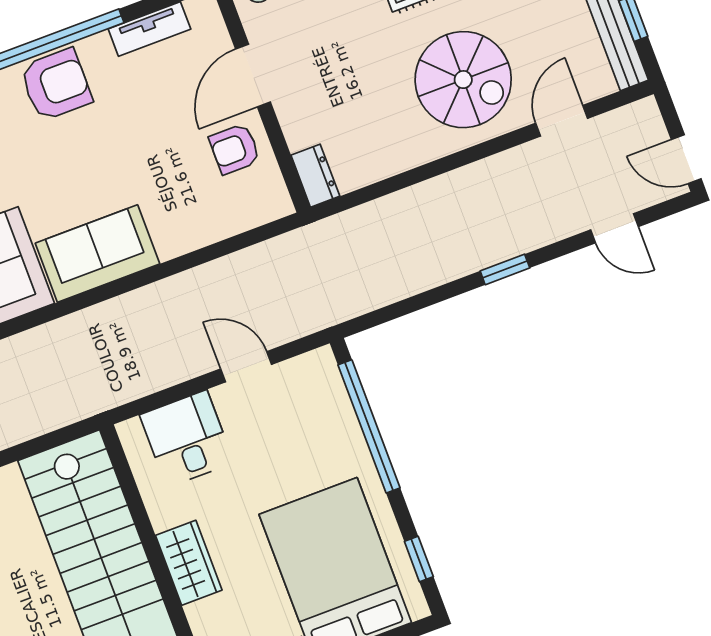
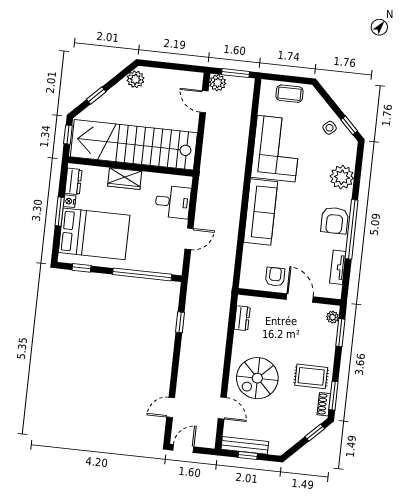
dresser: (315, 176) -> (242, 318), moved, turned -90
sofa: (97, 254) -> (261, 212), width x1.36
window: (505, 269) -> (180, 322), moved

